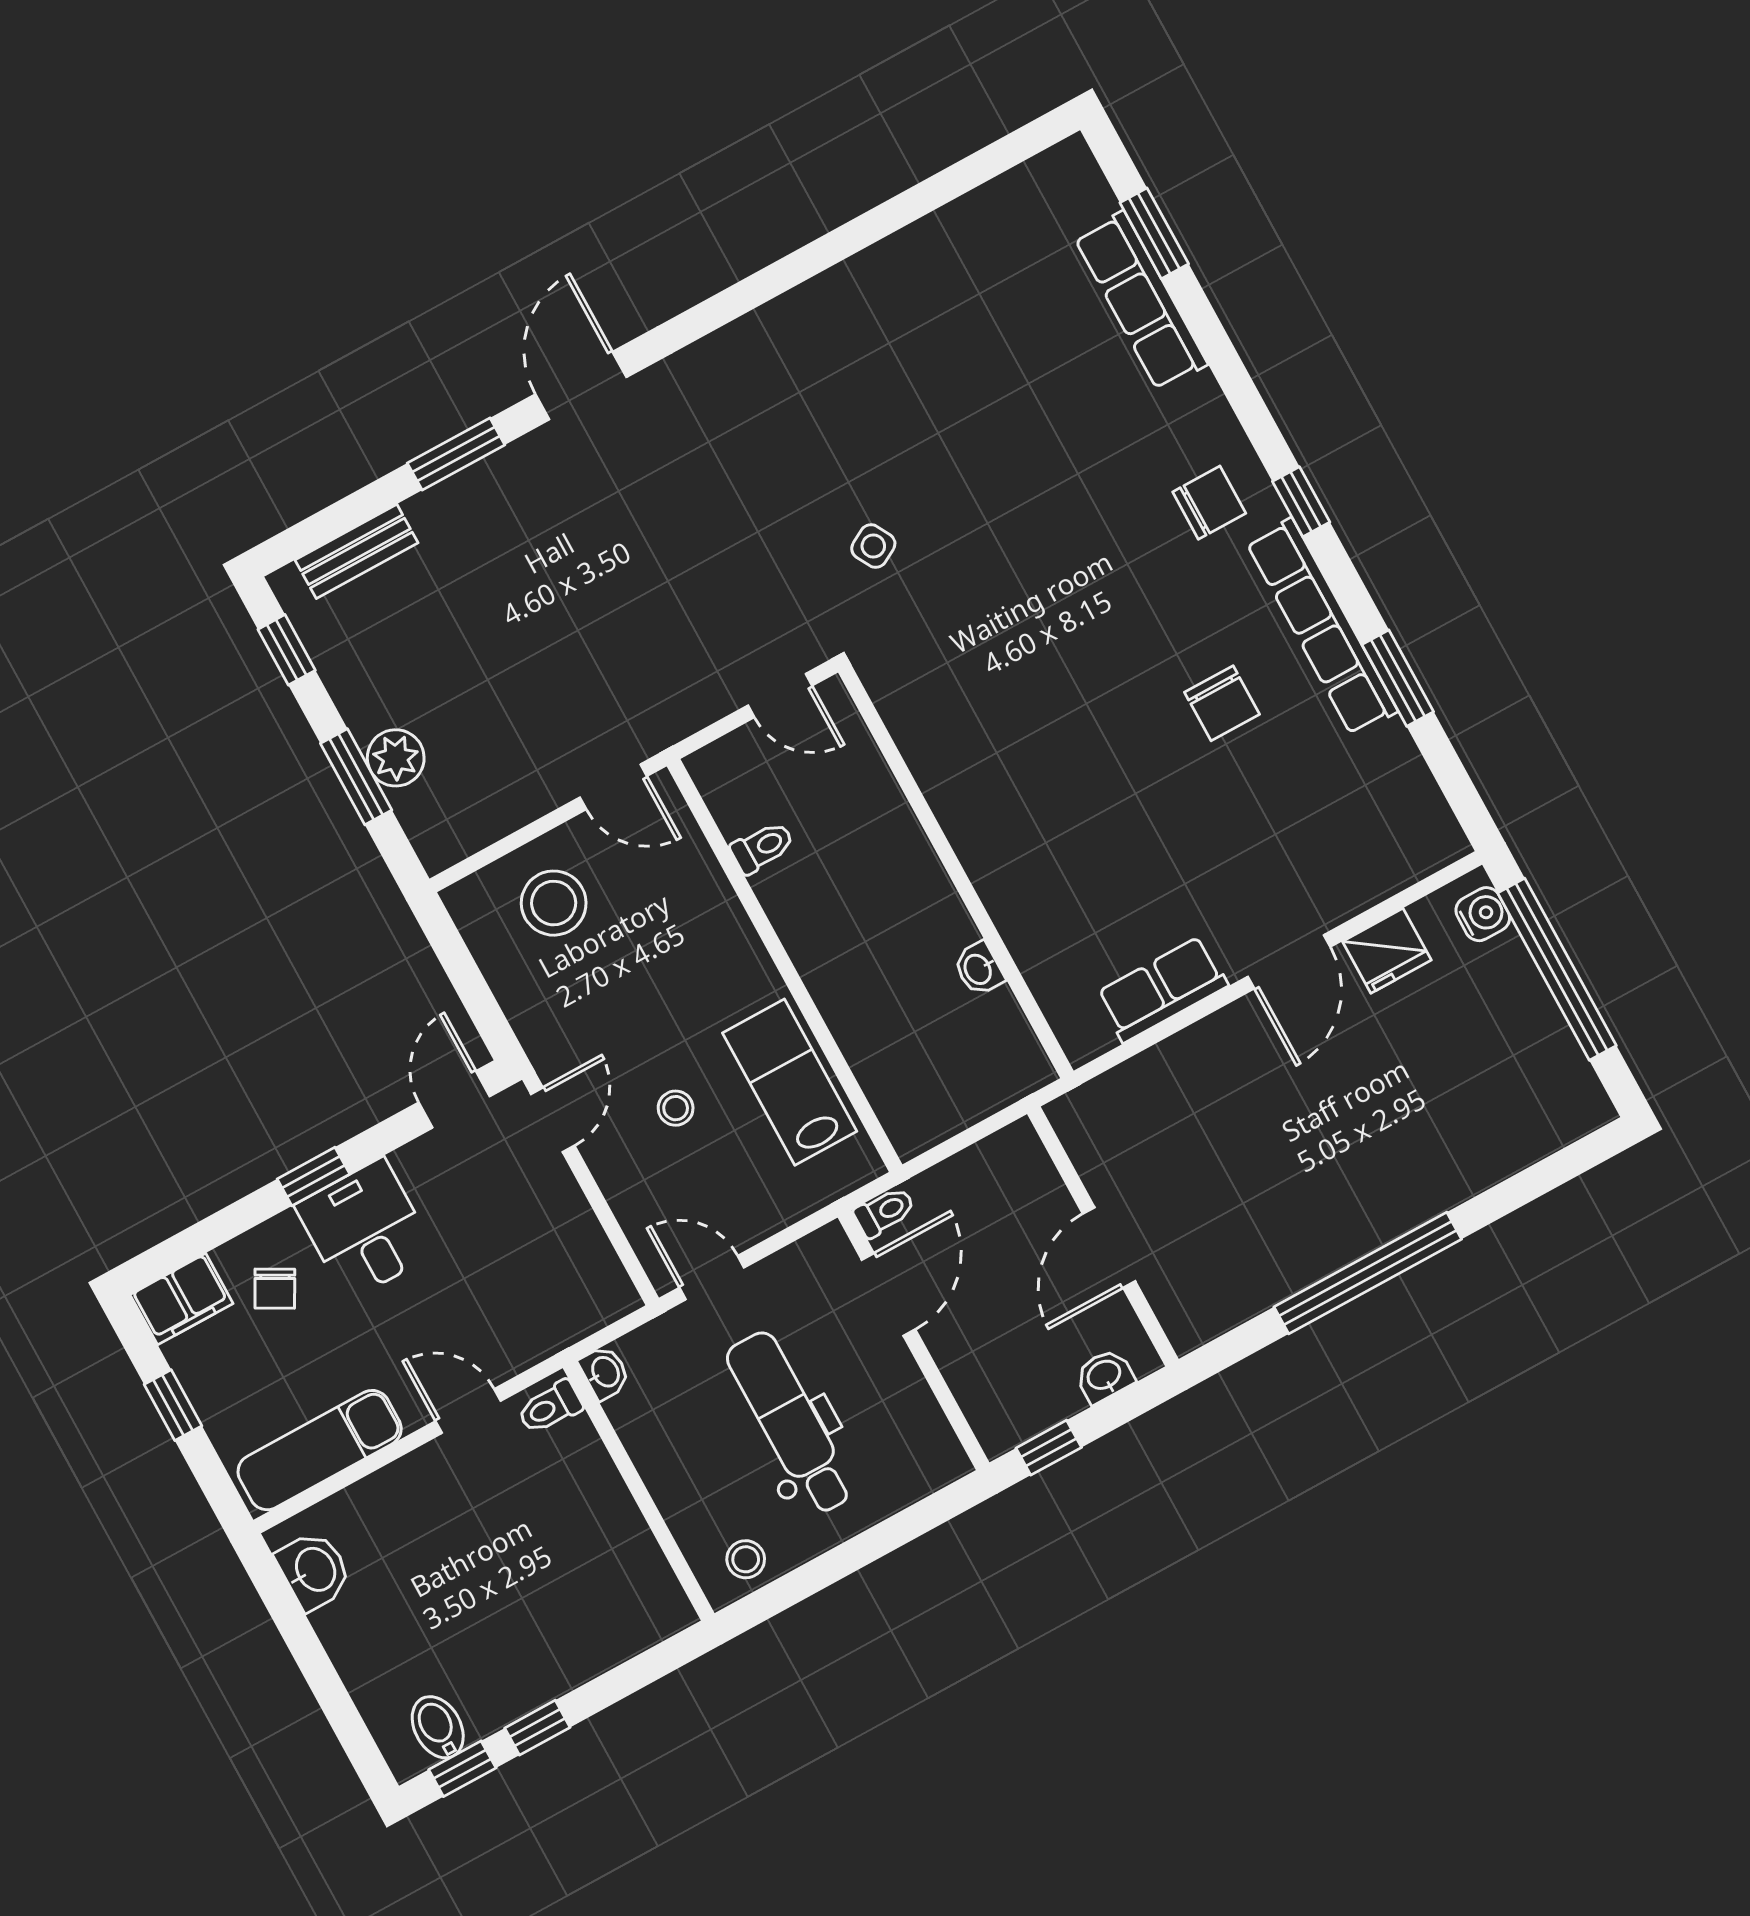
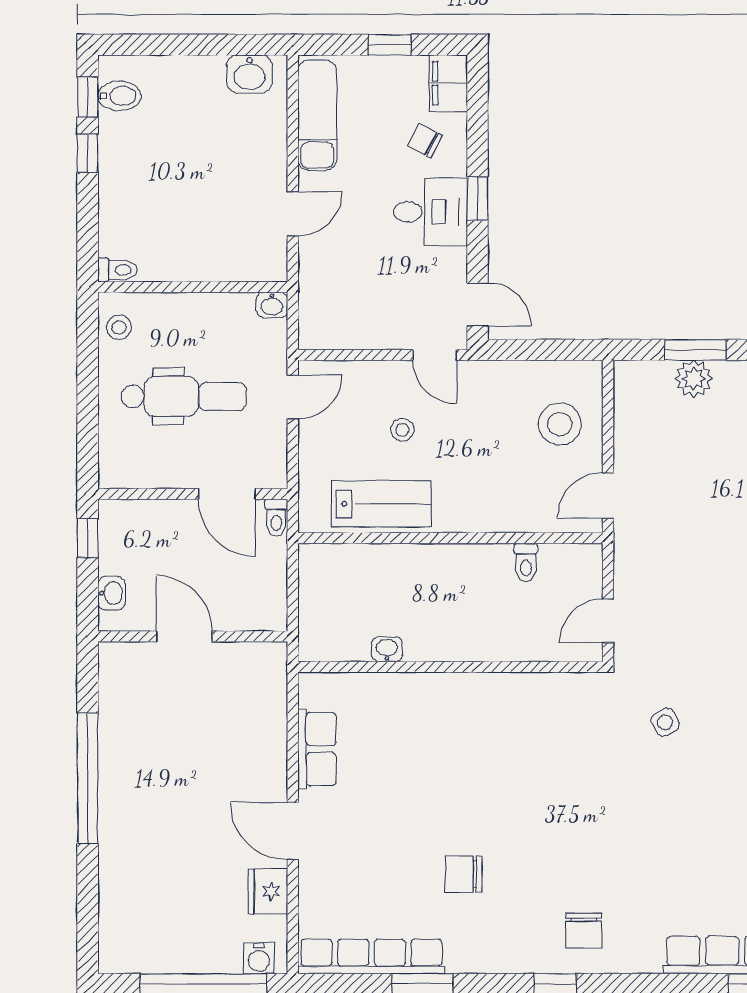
row of seats: (1322, 627) -> (372, 956), moved
toilet: (550, 1407) -> (118, 270), moved, turned 90

